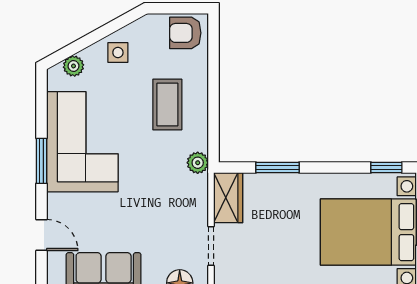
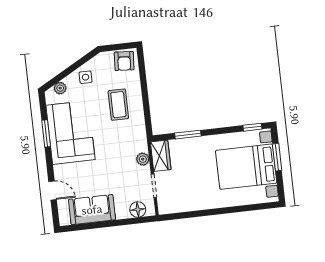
armchair: (185, 33) -> (124, 61), turned -86
window: (42, 161) -> (46, 133), moved
plant: (198, 163) -> (143, 159), moved

